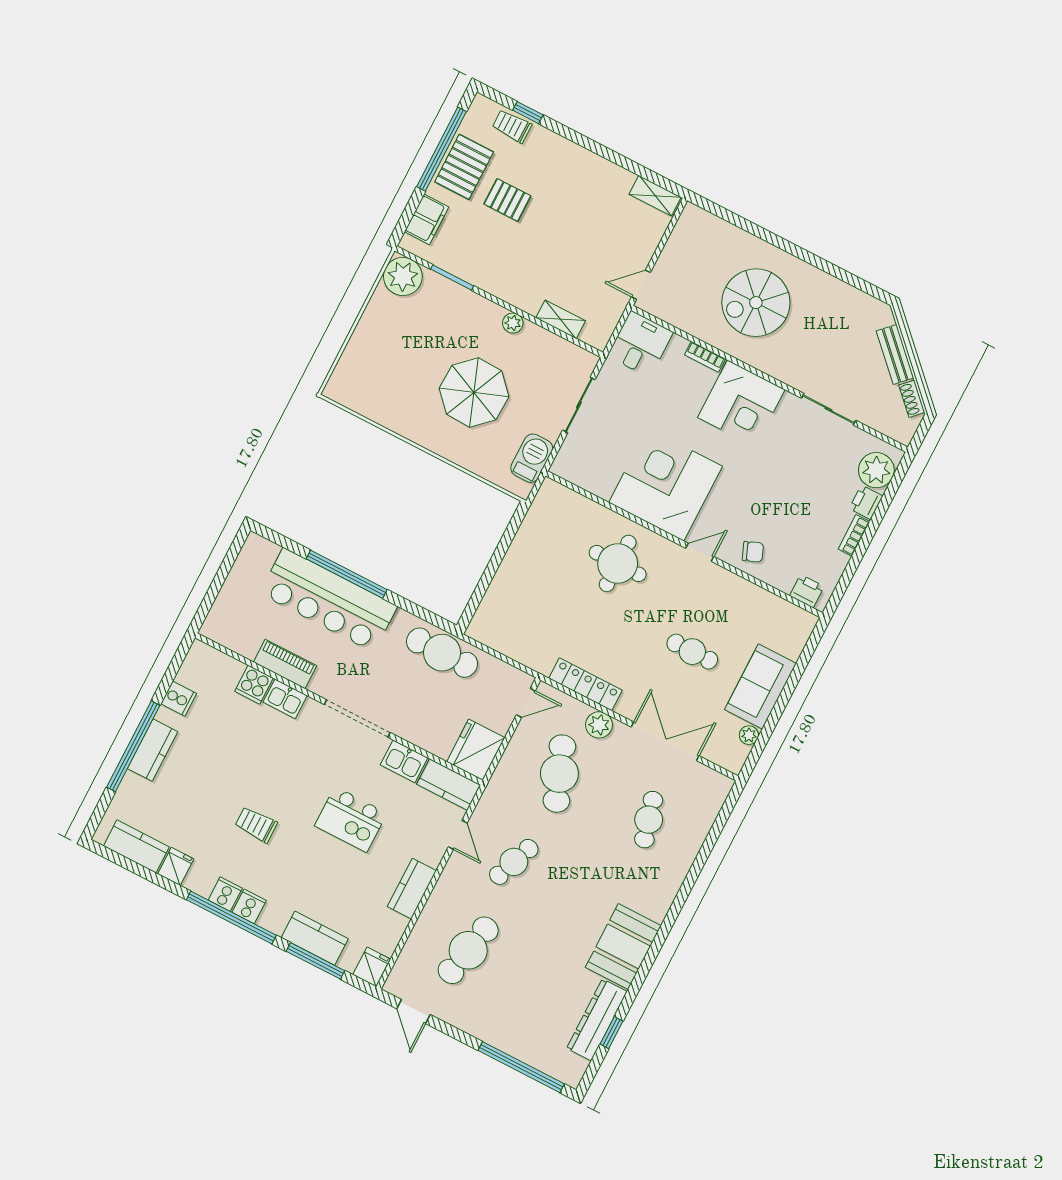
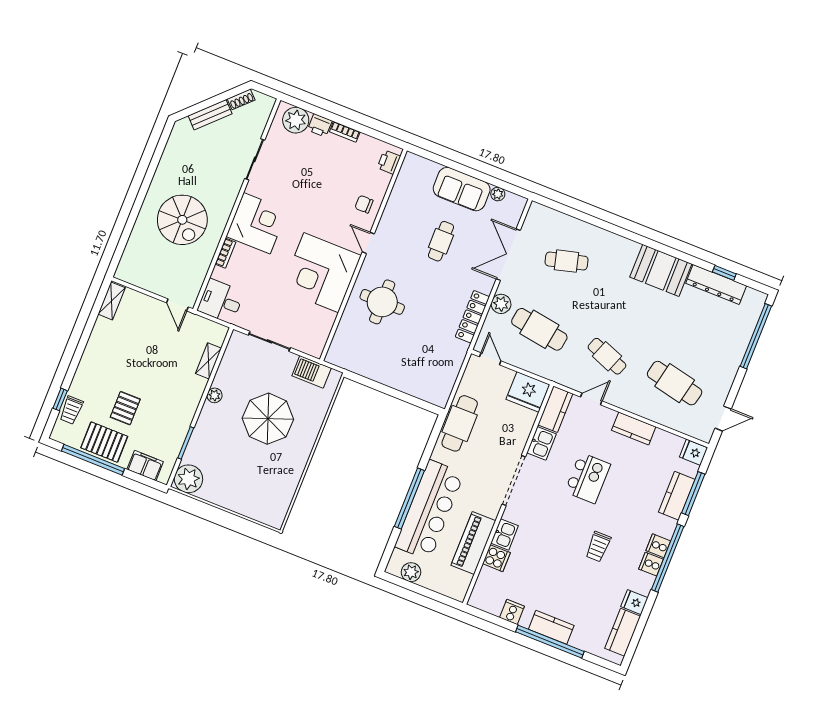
chair: (753, 552) -> (364, 204), turned -68
plant: (246, 567) -> (411, 572), added
piano: (285, 664) -> (473, 543), width x1.37, depth x1.33
cafe table: (559, 774) -> (539, 329), turned 30

